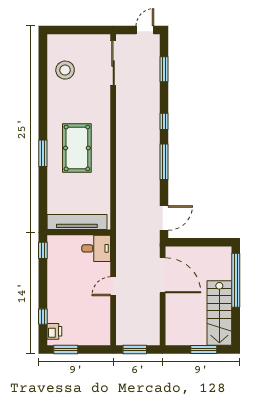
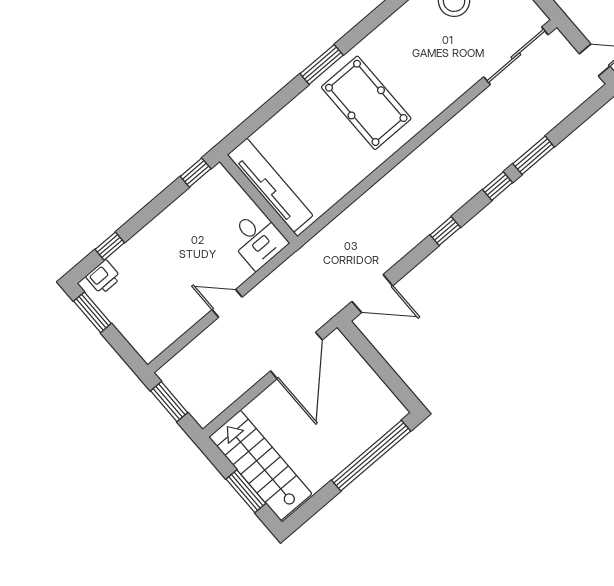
window: (164, 69) -> (534, 155), moved
pool table: (77, 148) -> (366, 103), turned 90
window: (164, 162) -> (445, 231), width x0.46
stairs: (219, 313) -> (260, 465), moved, turned 90

